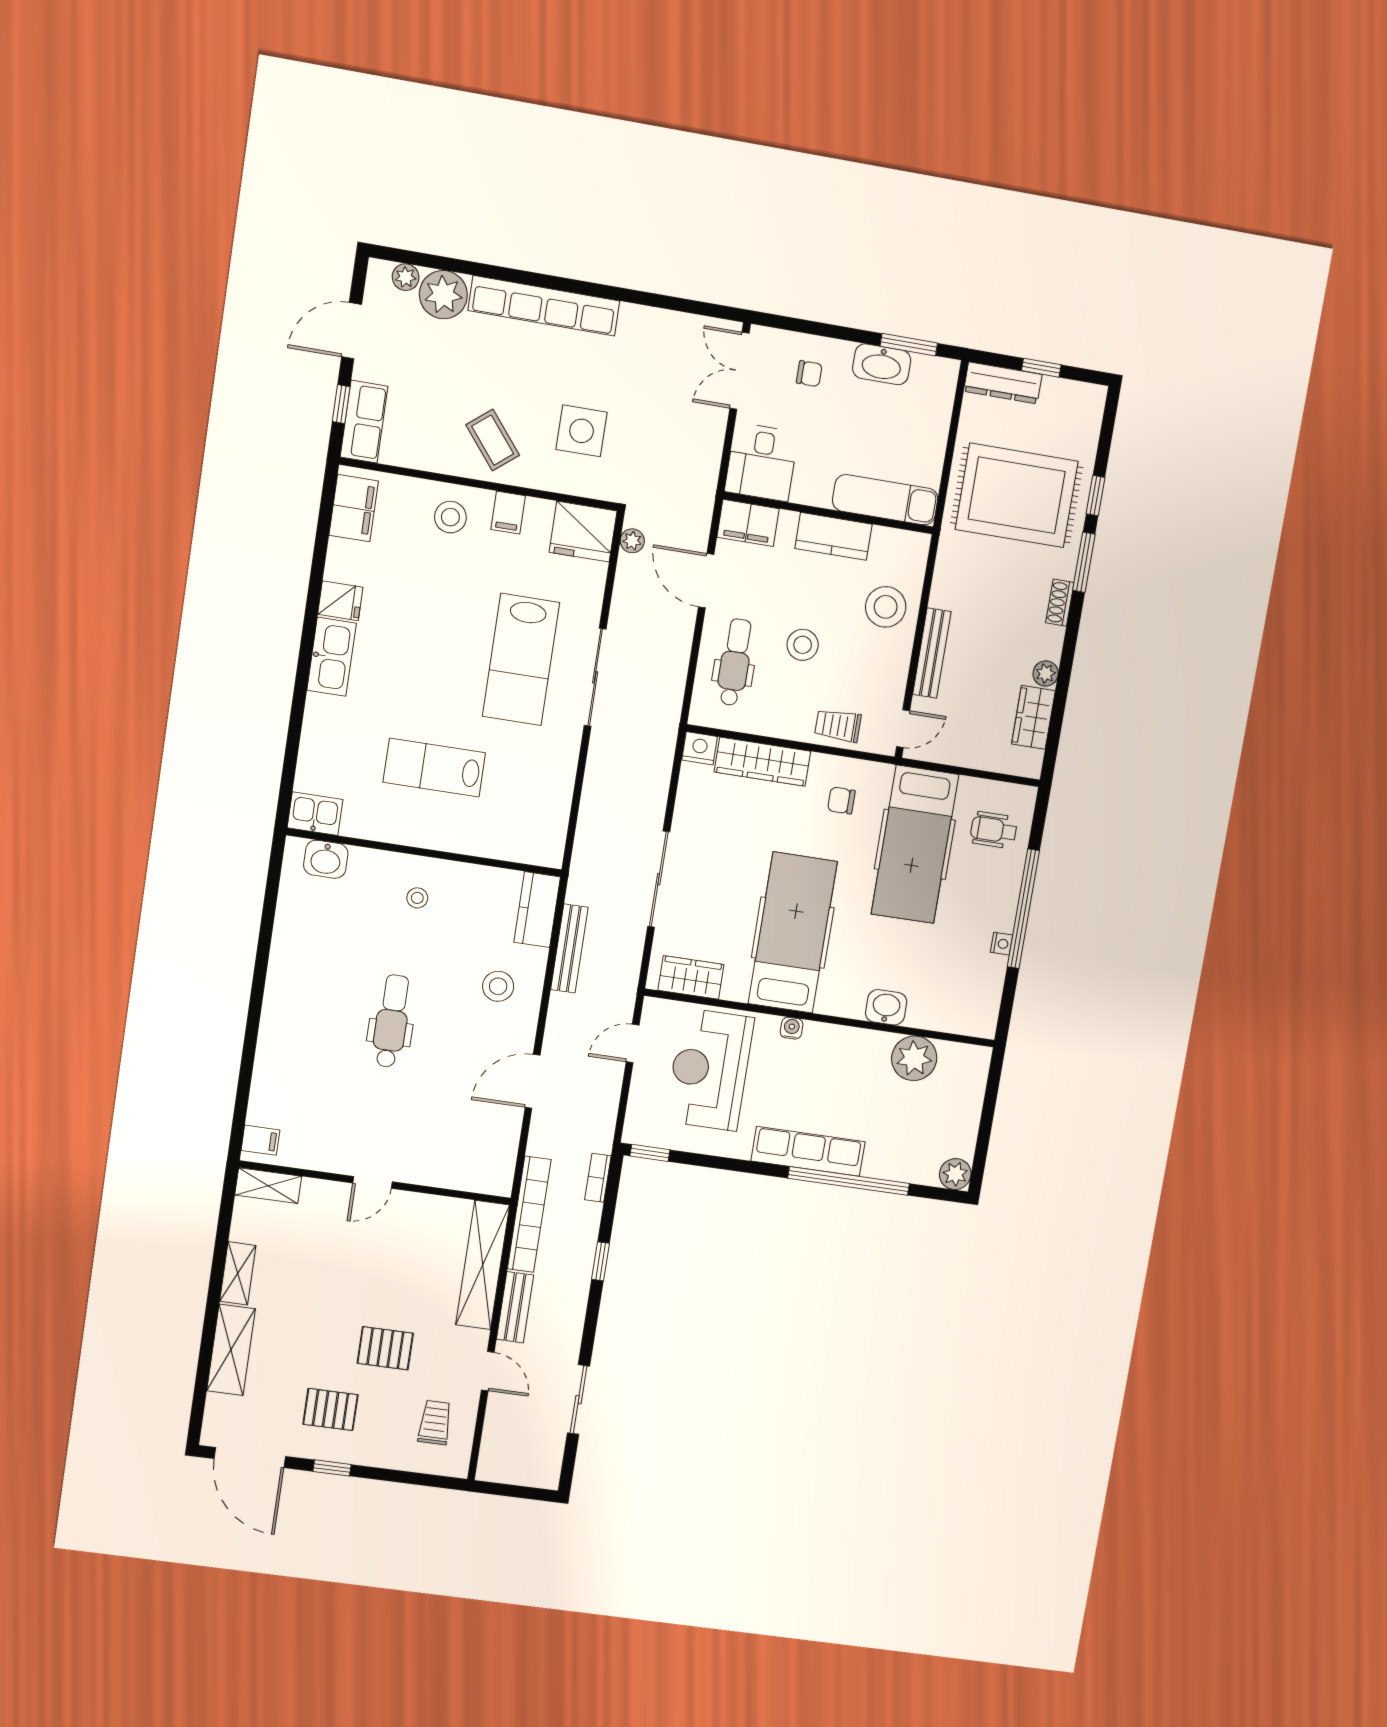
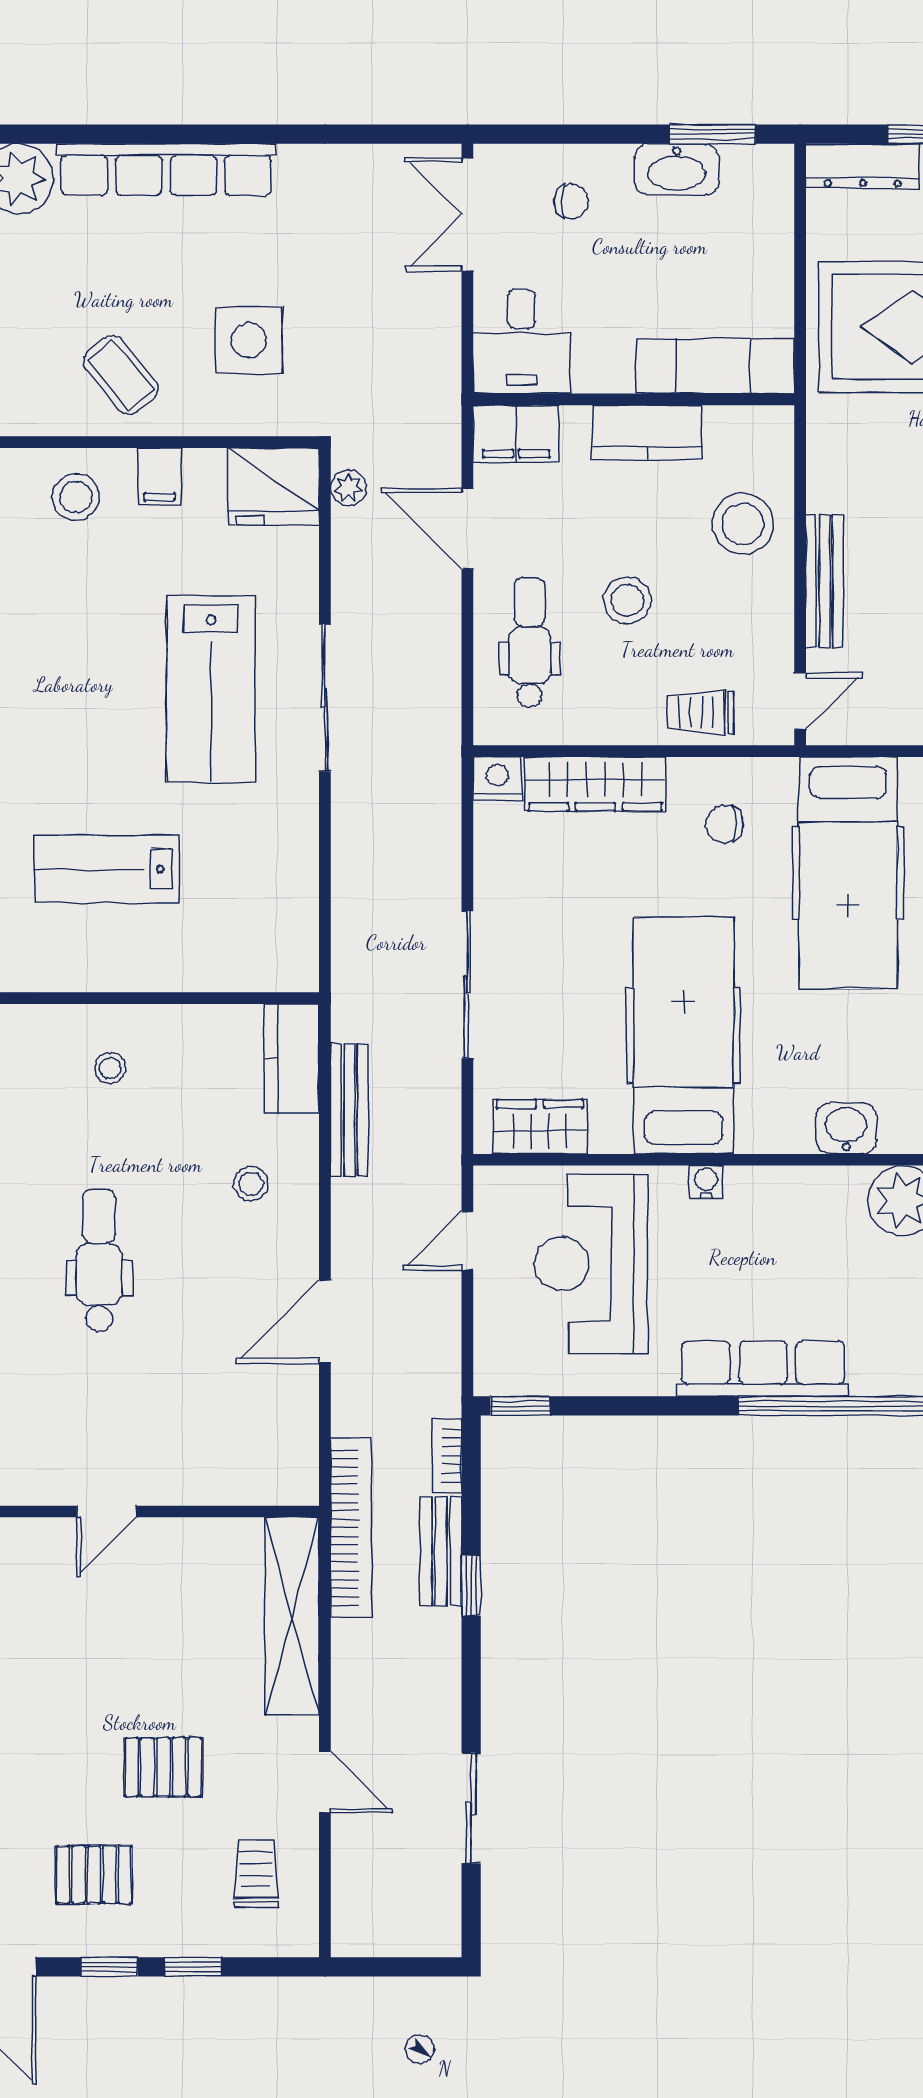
stool: (498, 986) -> (251, 1184), width x0.73, depth x0.73
bench: (515, 1307) -> (441, 1551), moved
window: (386, 1475) -> (193, 1967), added

